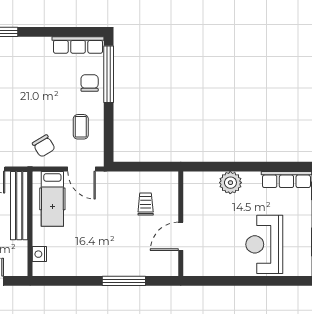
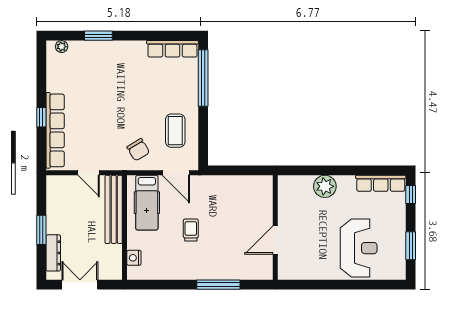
chair: (90, 83) -> (184, 87), removed
coffee table: (81, 127) -> (175, 131), width x1.36, depth x1.30
trolley: (146, 204) -> (191, 230), moved
reception desk: (264, 244) -> (359, 248), turned 180

